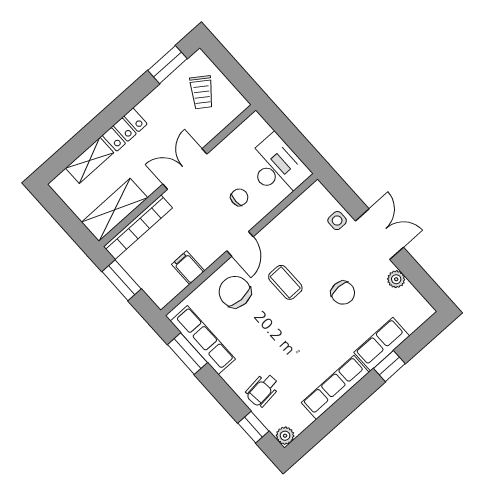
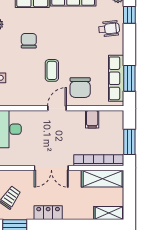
locker: (125, 130) -> (48, 213), moved
shelving: (90, 160) -> (109, 213), moved
chair: (239, 197) -> (37, 131), removed

